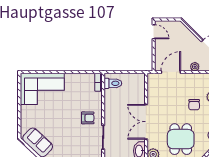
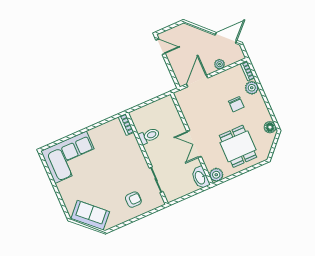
toilet: (113, 83) -> (149, 136), moved
armchair: (88, 118) -> (133, 200), moved
double door: (146, 122) -> (194, 144), width x0.73

